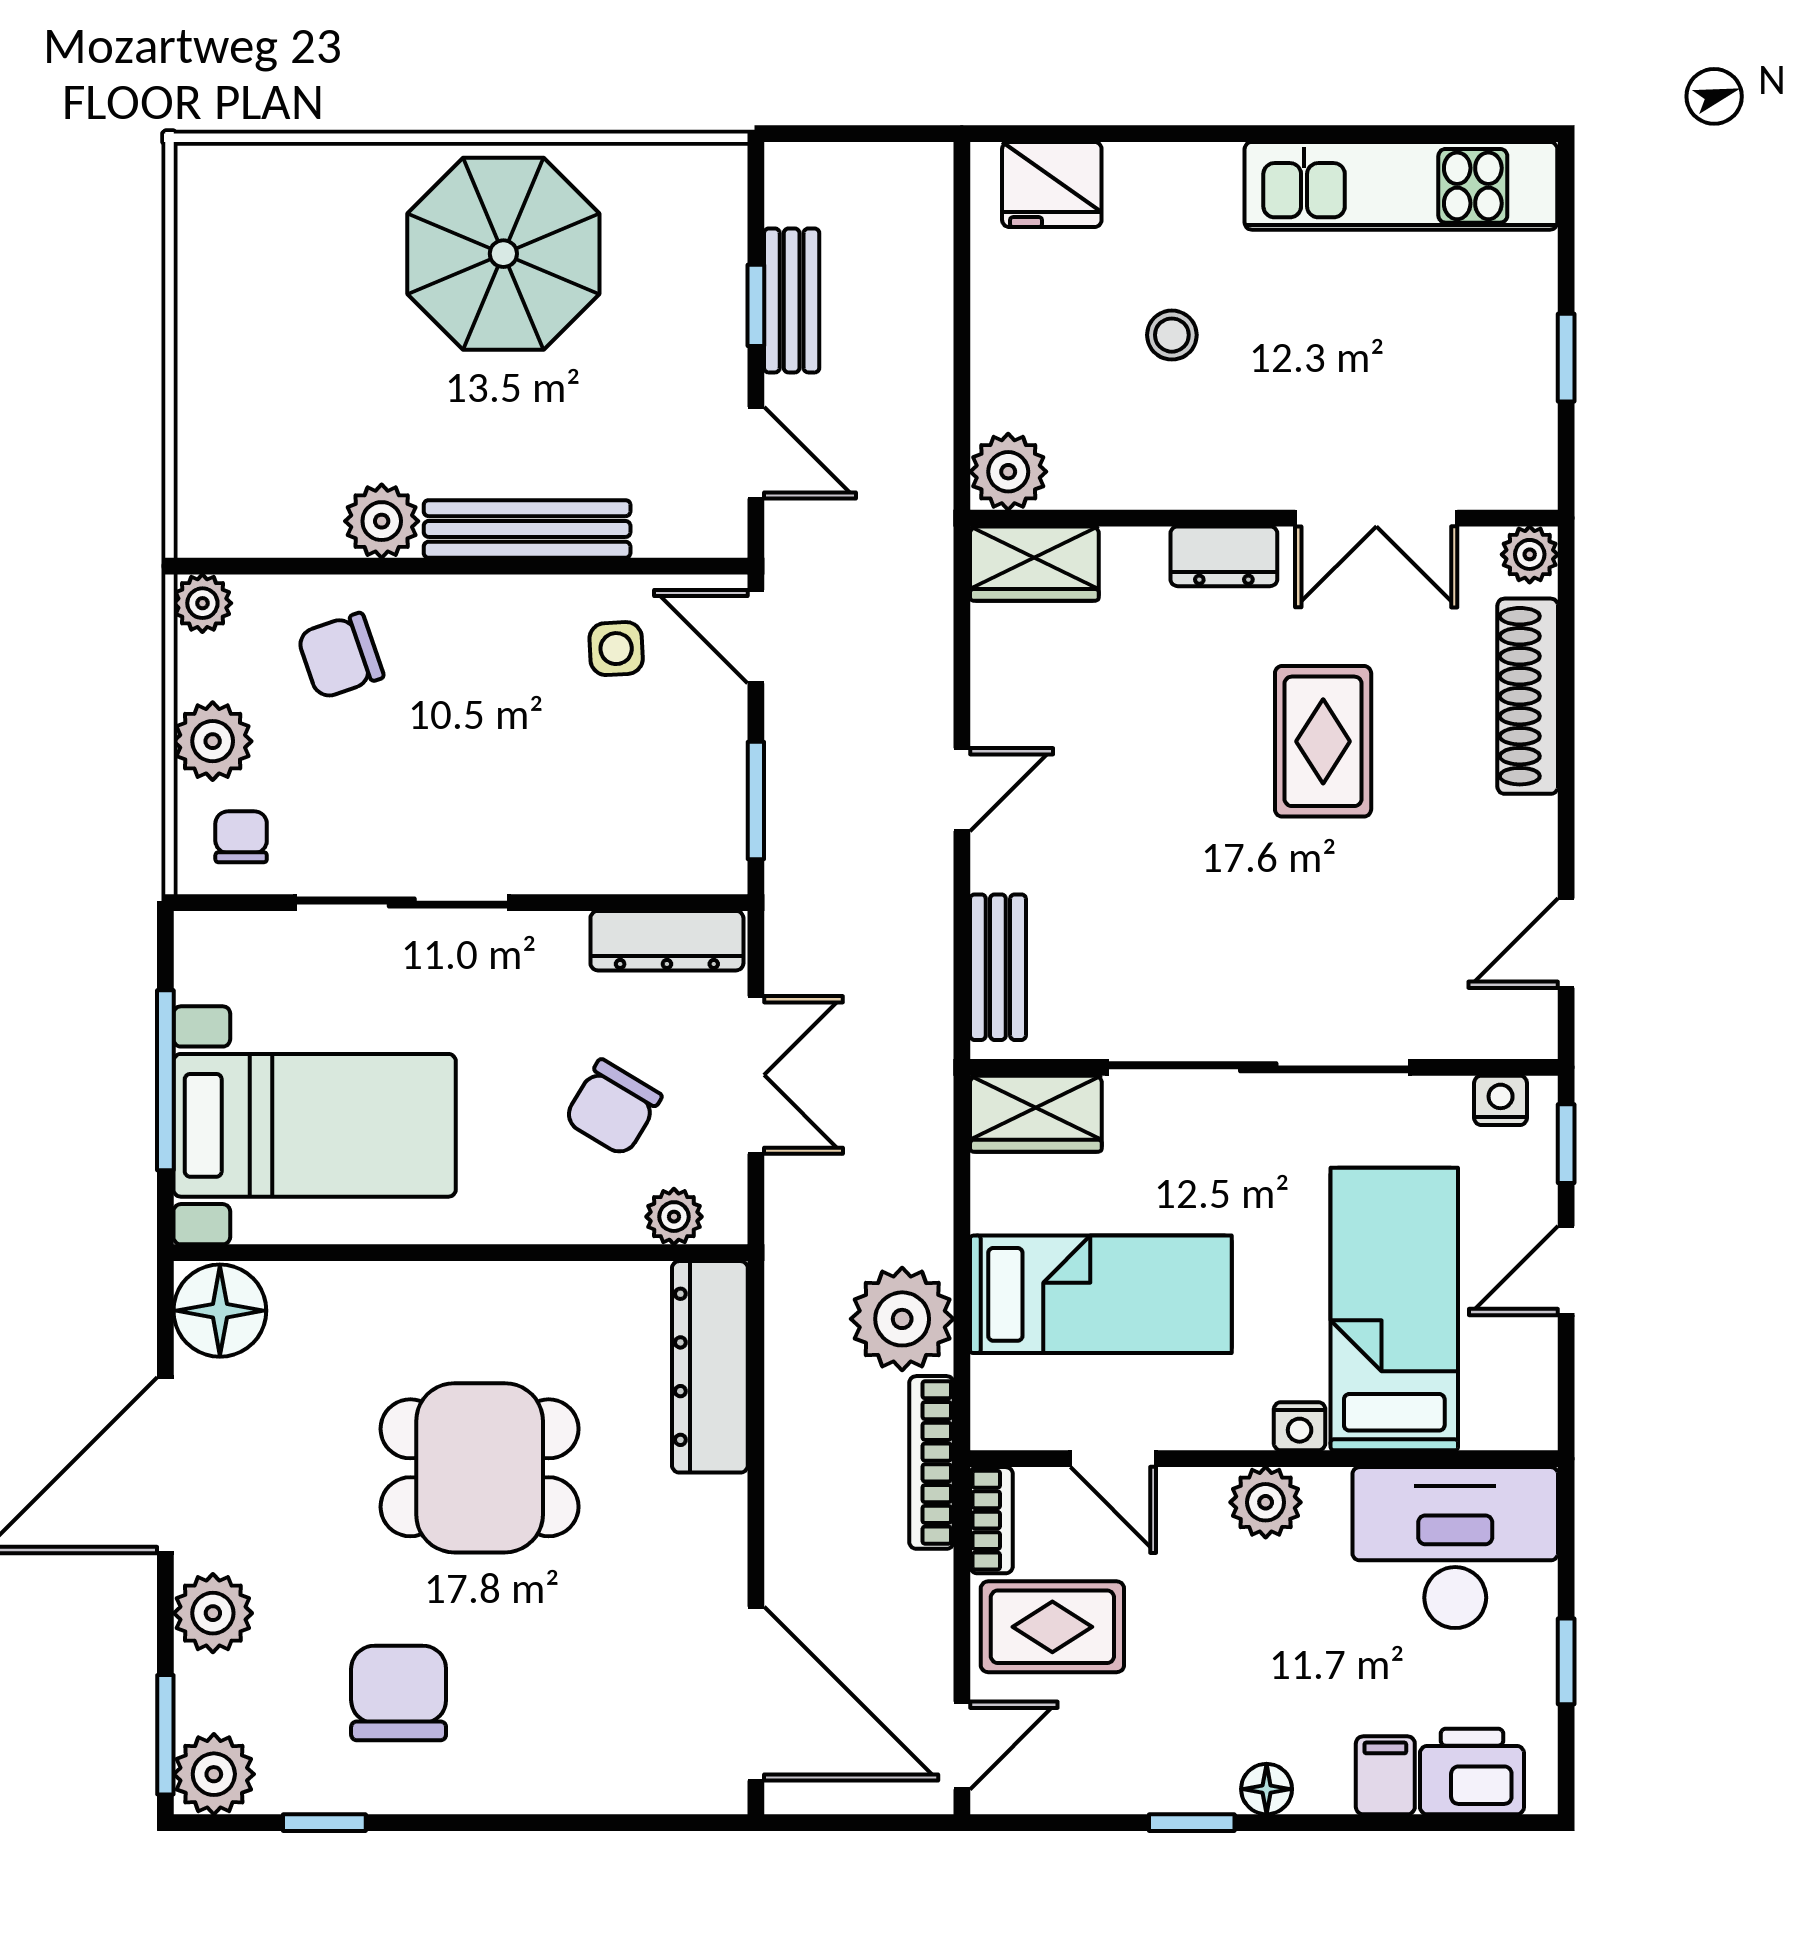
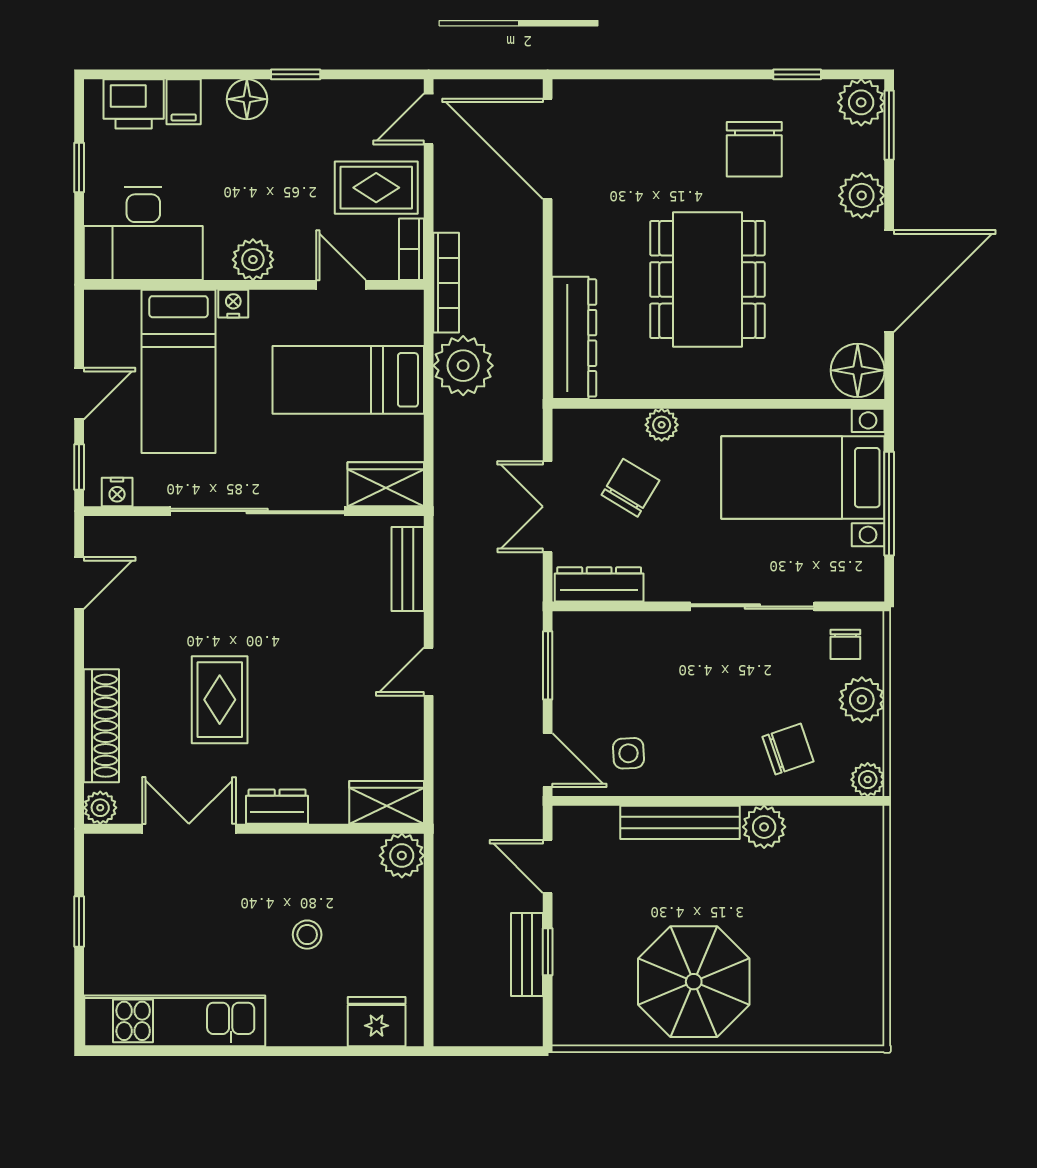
plant: (674, 1217) -> (662, 425), moved
dining table: (480, 1468) -> (707, 280), width x1.38
floor lamp: (1267, 1789) -> (247, 99), width x1.37, depth x1.37

